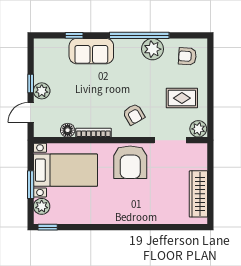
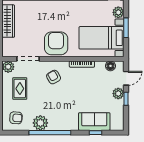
sofa: (91, 51) -> (94, 122), moved
rug: (182, 98) -> (20, 89), turned 90
floor lamp: (68, 130) -> (110, 66), moved

